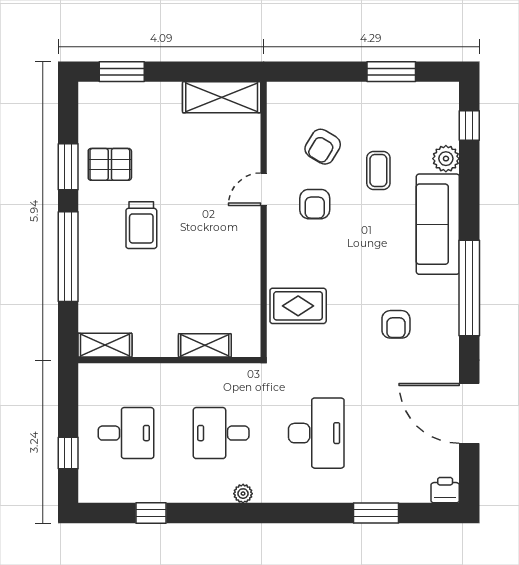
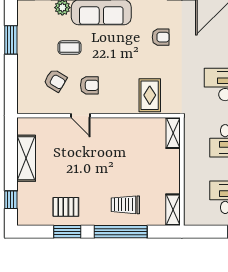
window: (122, 72) -> (11, 200), width x0.67
shelving: (222, 97) -> (26, 158), moved
pallet: (110, 164) -> (66, 207), turned 90
trolley: (141, 225) -> (125, 205), moved, turned 180
shelving: (205, 345) -> (173, 133), moved

